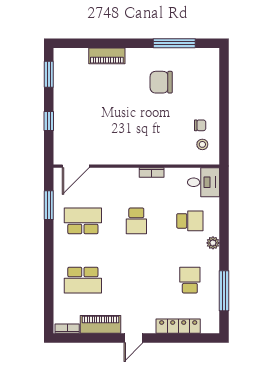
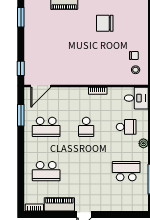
window: (49, 121) -> (21, 68), moved
school desk: (83, 221) -> (46, 127), turned 180
school desk: (190, 280) -> (126, 171), width x1.85
locker: (178, 326) -> (117, 206), removed

